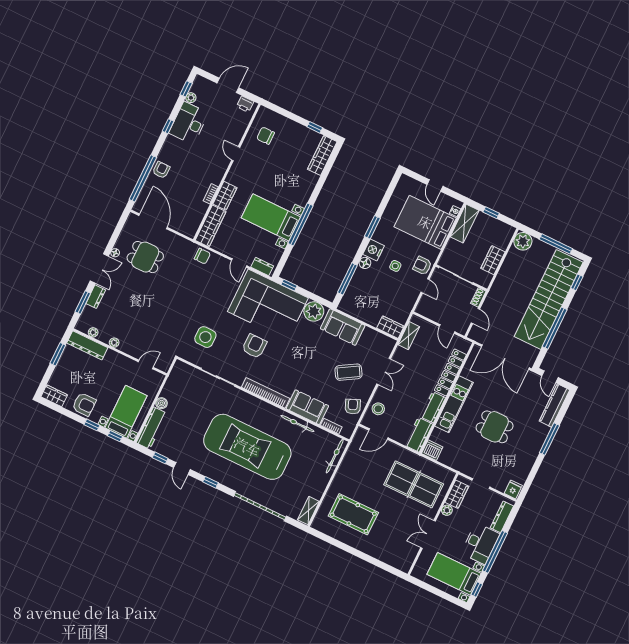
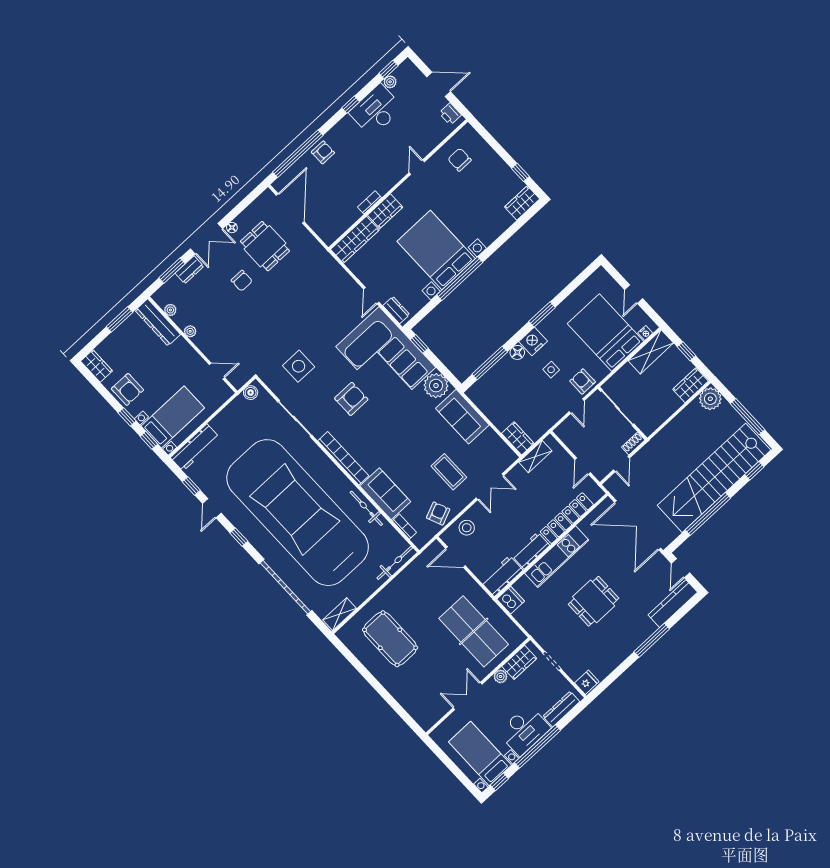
wardrobe: (322, 155) -> (522, 203), width x0.67
bed with nightstands: (271, 217) -> (436, 250), width x1.36
chair: (202, 256) -> (242, 281), moved
wardrobe: (493, 260) -> (690, 385), moved
coffee table: (349, 372) -> (449, 472), turned 31
boiler: (162, 403) -> (251, 393), moved
dining table: (495, 427) -> (594, 601), turned 90
car: (247, 447) -> (298, 513), width x1.36, depth x1.48

